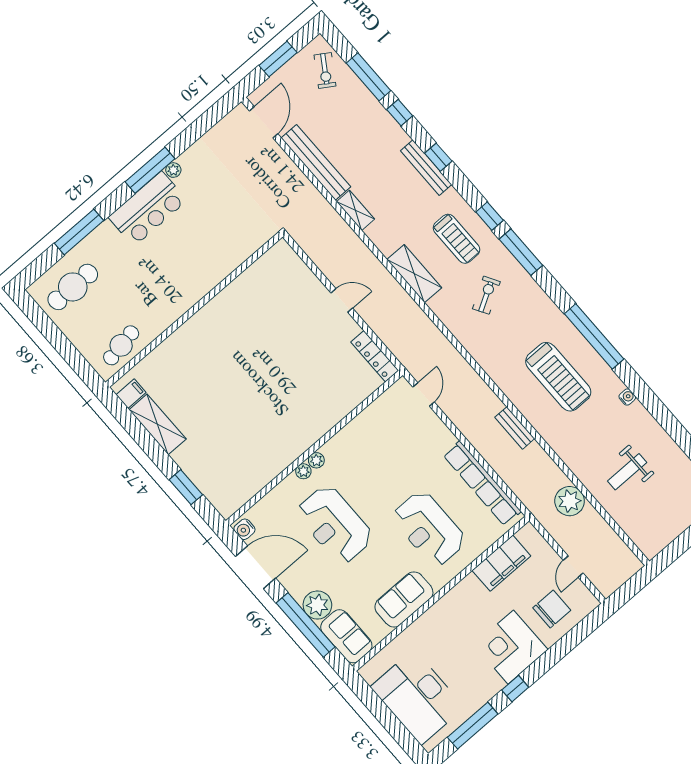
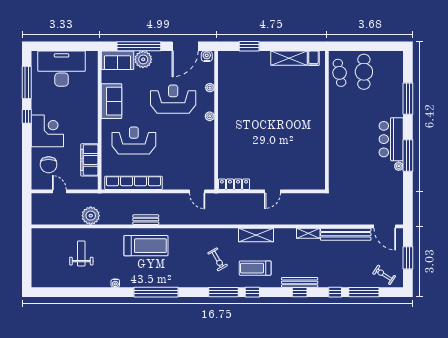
cafe table: (73, 287) -> (364, 72), moved
treadmill: (558, 377) -> (146, 246), moved, turned 180
plant: (303, 471) -> (210, 88), moved

